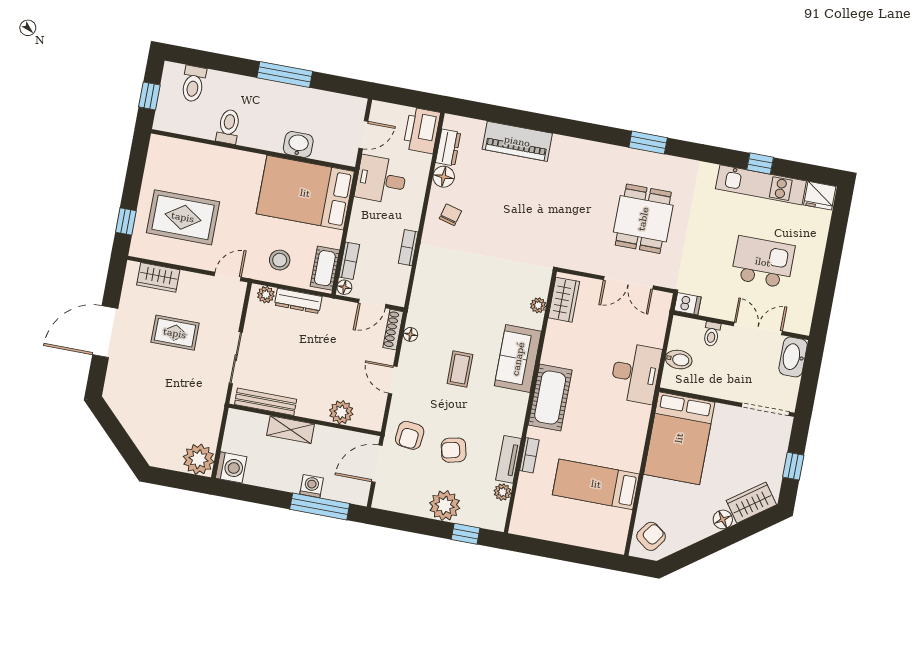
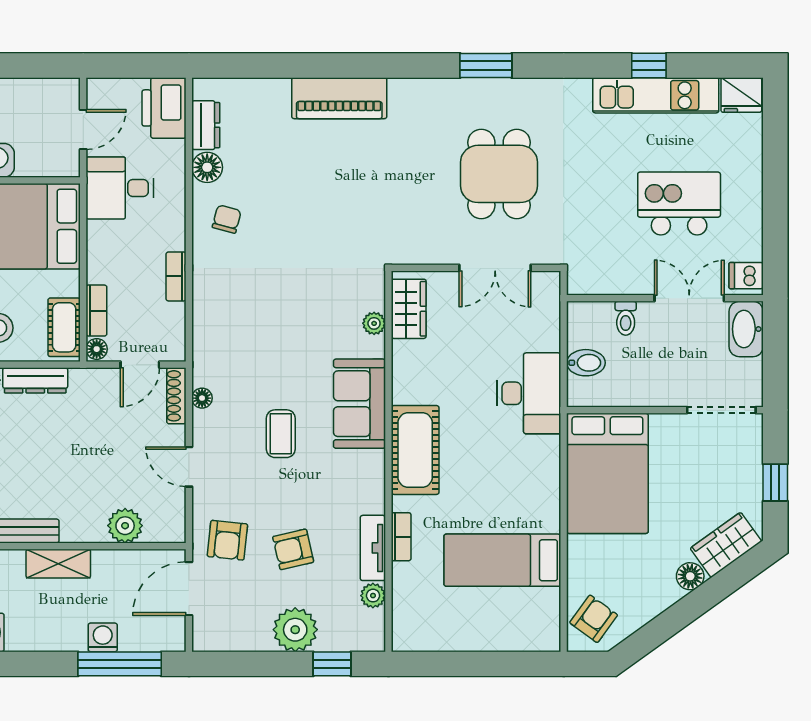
piano: (517, 141) -> (339, 98), moved
dishwasher: (688, 304) -> (746, 276), moved, turned 180

